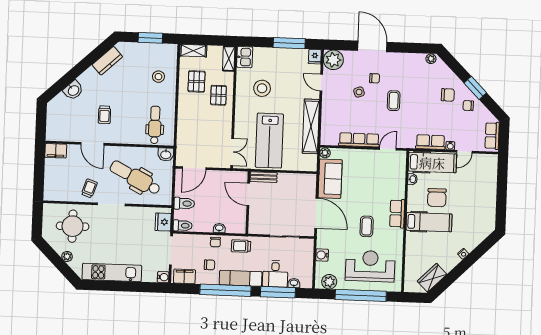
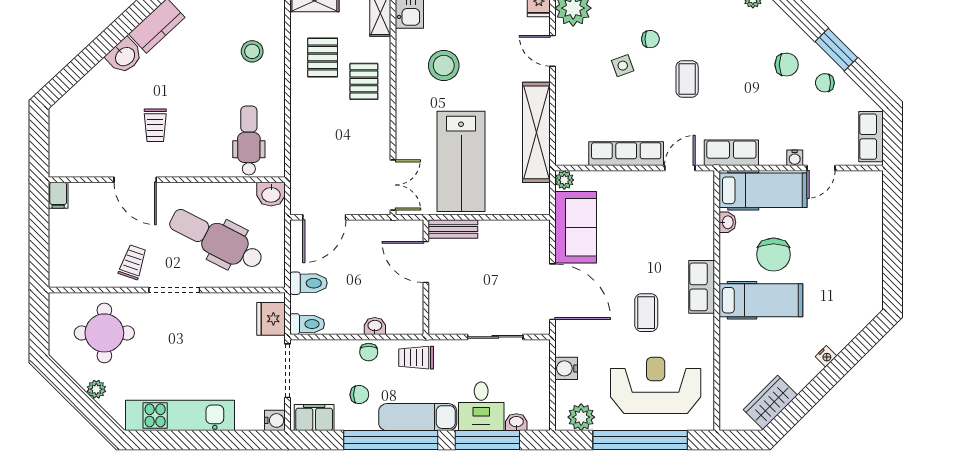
washbasin: (73, 90) -> (125, 56), moved
row of seats: (430, 142) -> (731, 153), moved
filing cabinet: (56, 151) -> (58, 195), width x0.50

